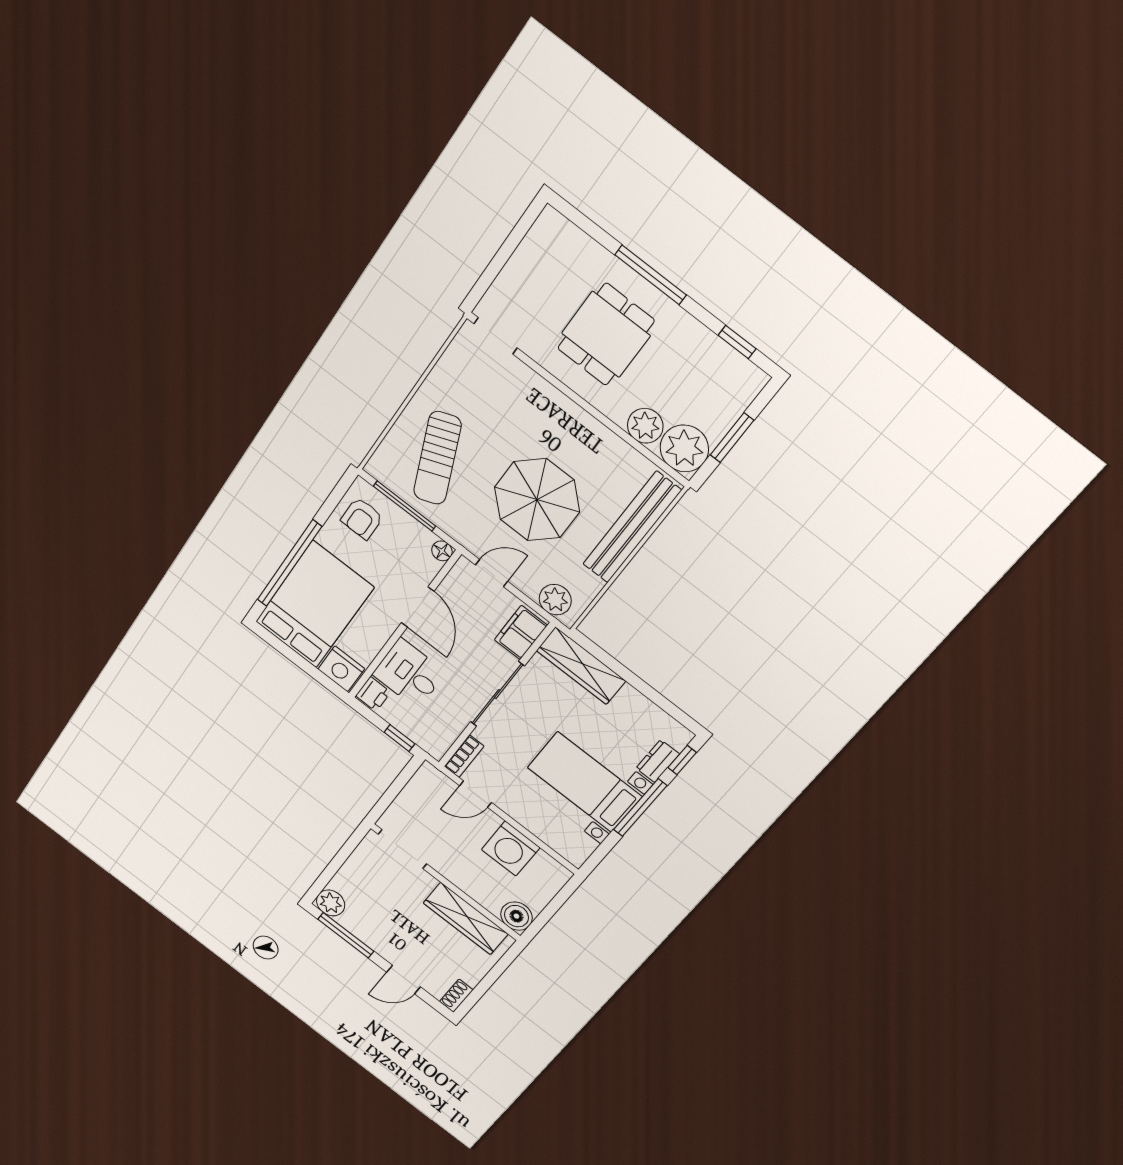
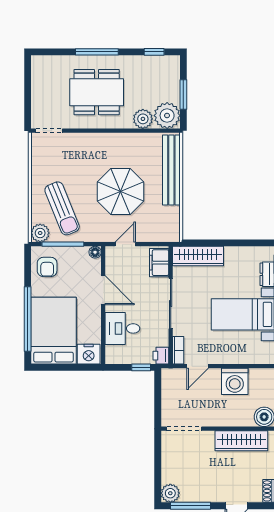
dining table: (606, 334) -> (97, 92), width x1.38
plant: (555, 600) -> (40, 233), moved
printer: (373, 694) -> (161, 356), moved, turned 180

